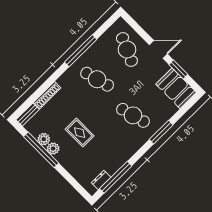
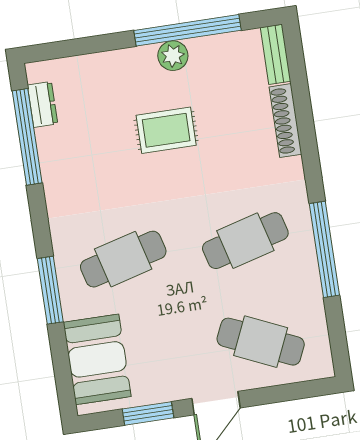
booth: (176, 88) -> (97, 359), moved, turned 90
plant: (44, 139) -> (204, 51), removed

